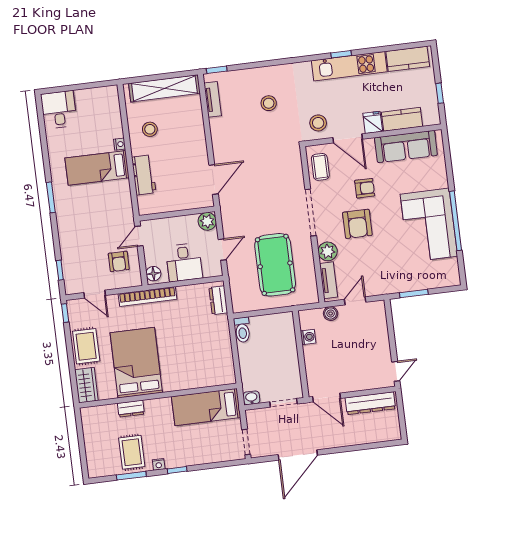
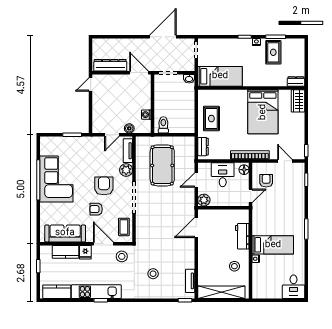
toilet: (242, 330) -> (163, 125), moved
rug: (86, 346) -> (211, 119), moved
dresser: (131, 409) -> (296, 81), moved

